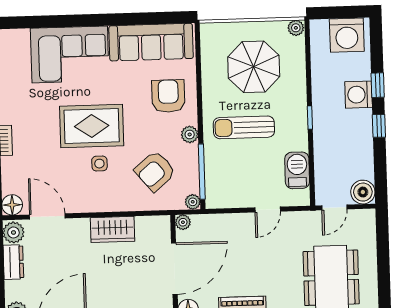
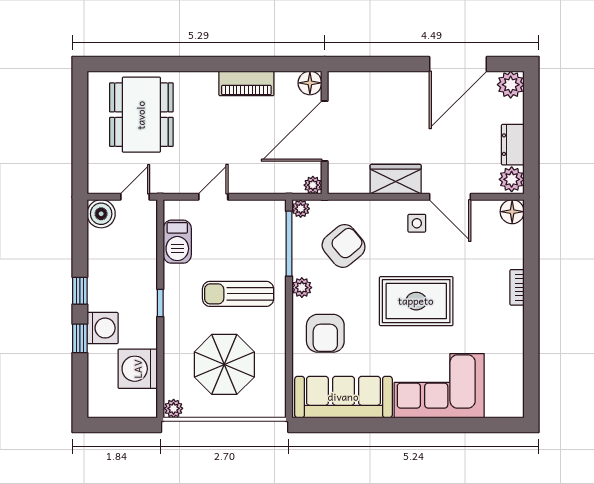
washing machine: (347, 35) -> (138, 369), moved, turned -90
sun lounger: (244, 127) -> (238, 294), turned 180
side table: (99, 164) -> (417, 223), moved
door: (47, 216) -> (450, 197), moved

